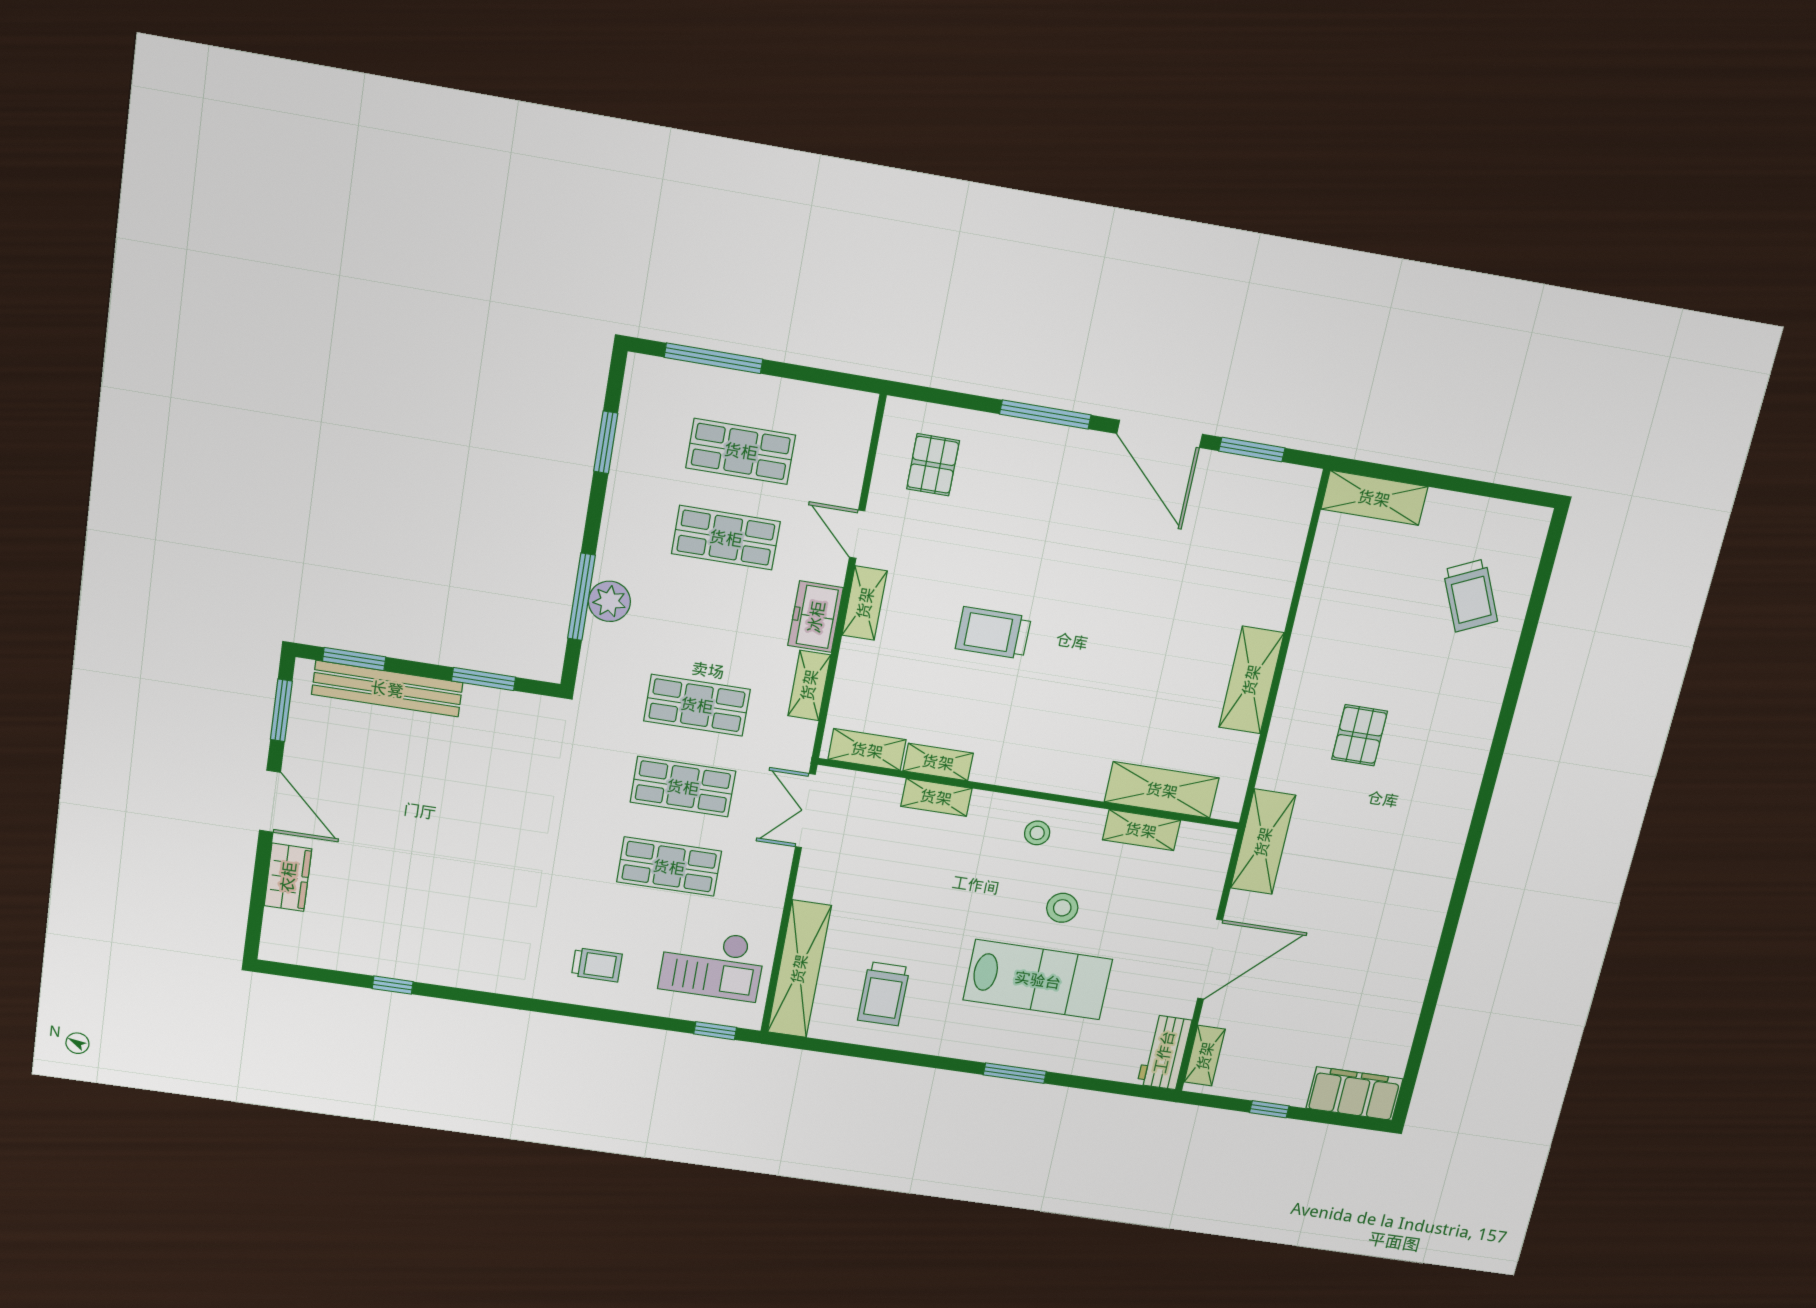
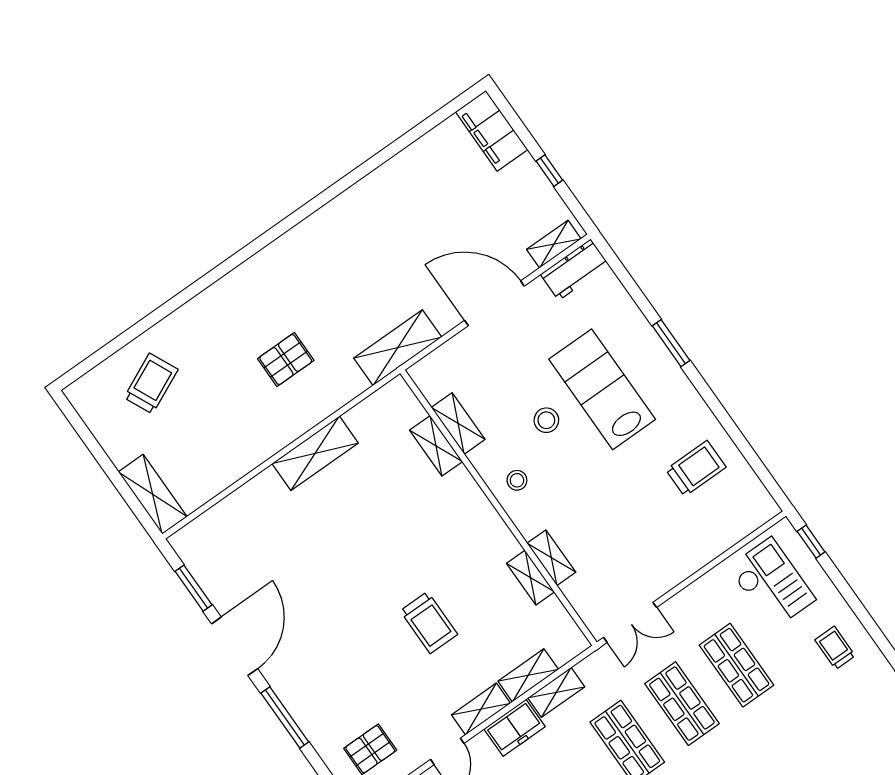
shelving: (867, 750) -> (528, 675), moved, turned 90
shelving: (1162, 790) -> (436, 446), width x0.67, depth x0.75
shelving: (799, 969) -> (727, 531), removed

